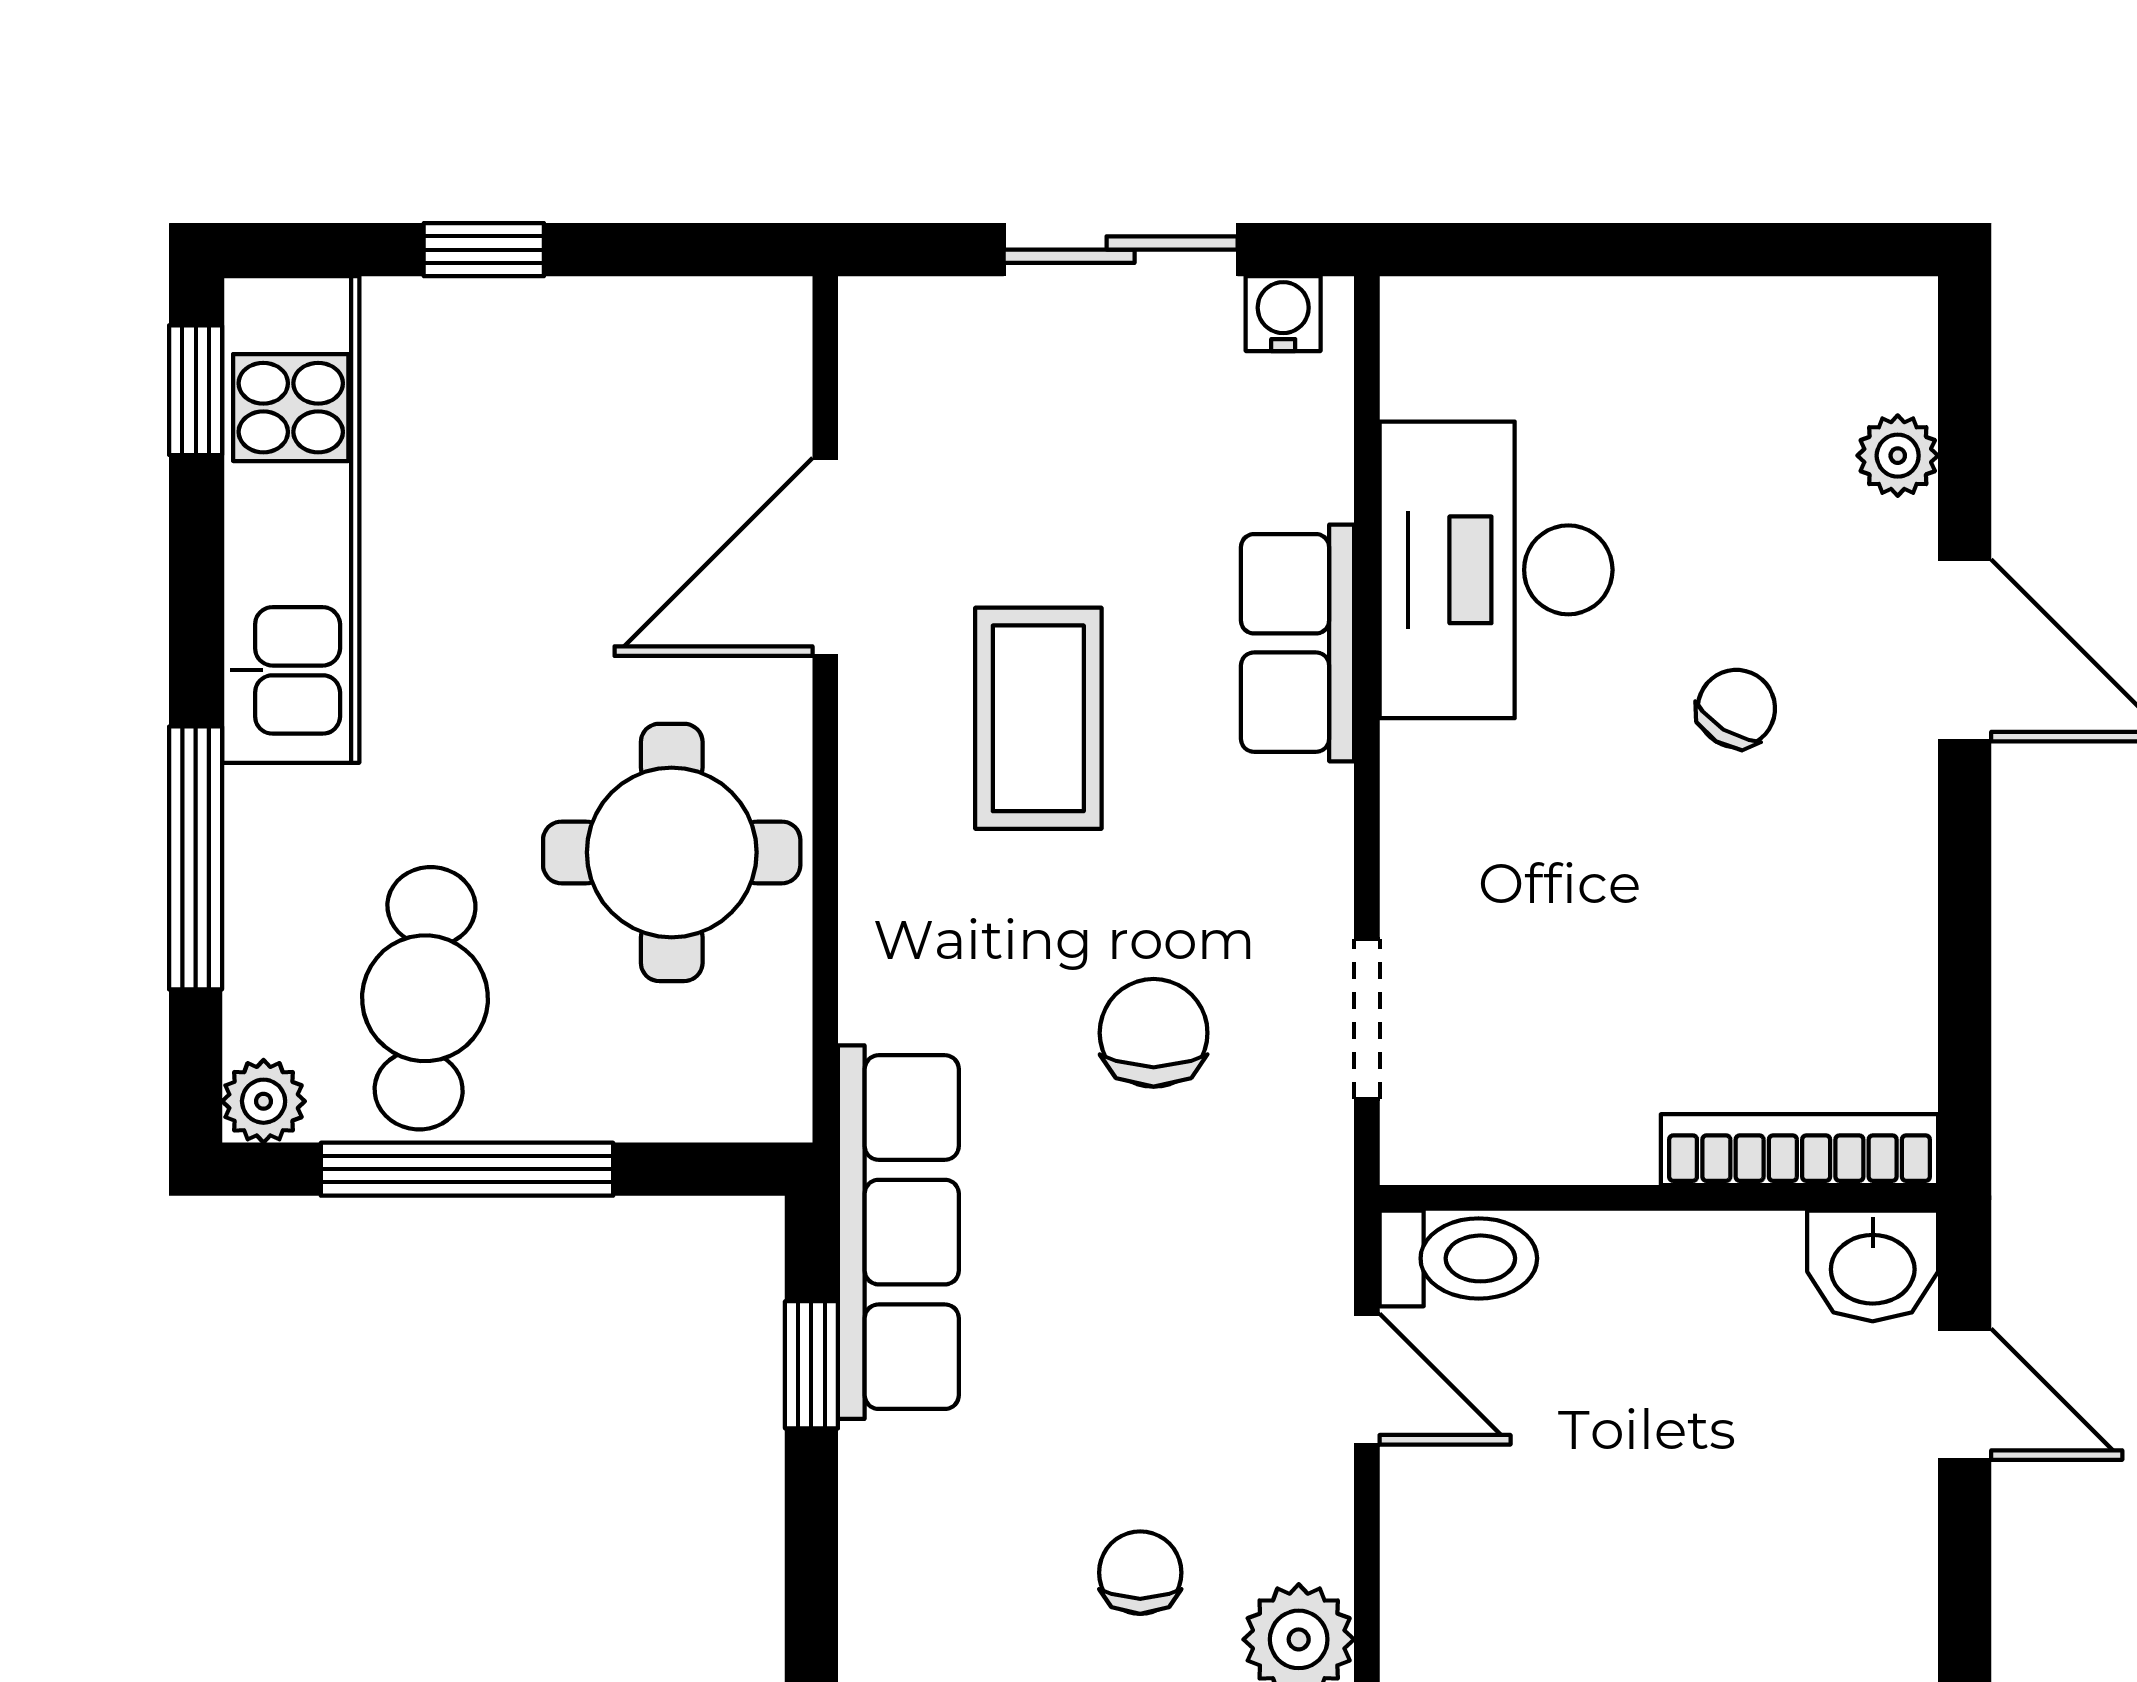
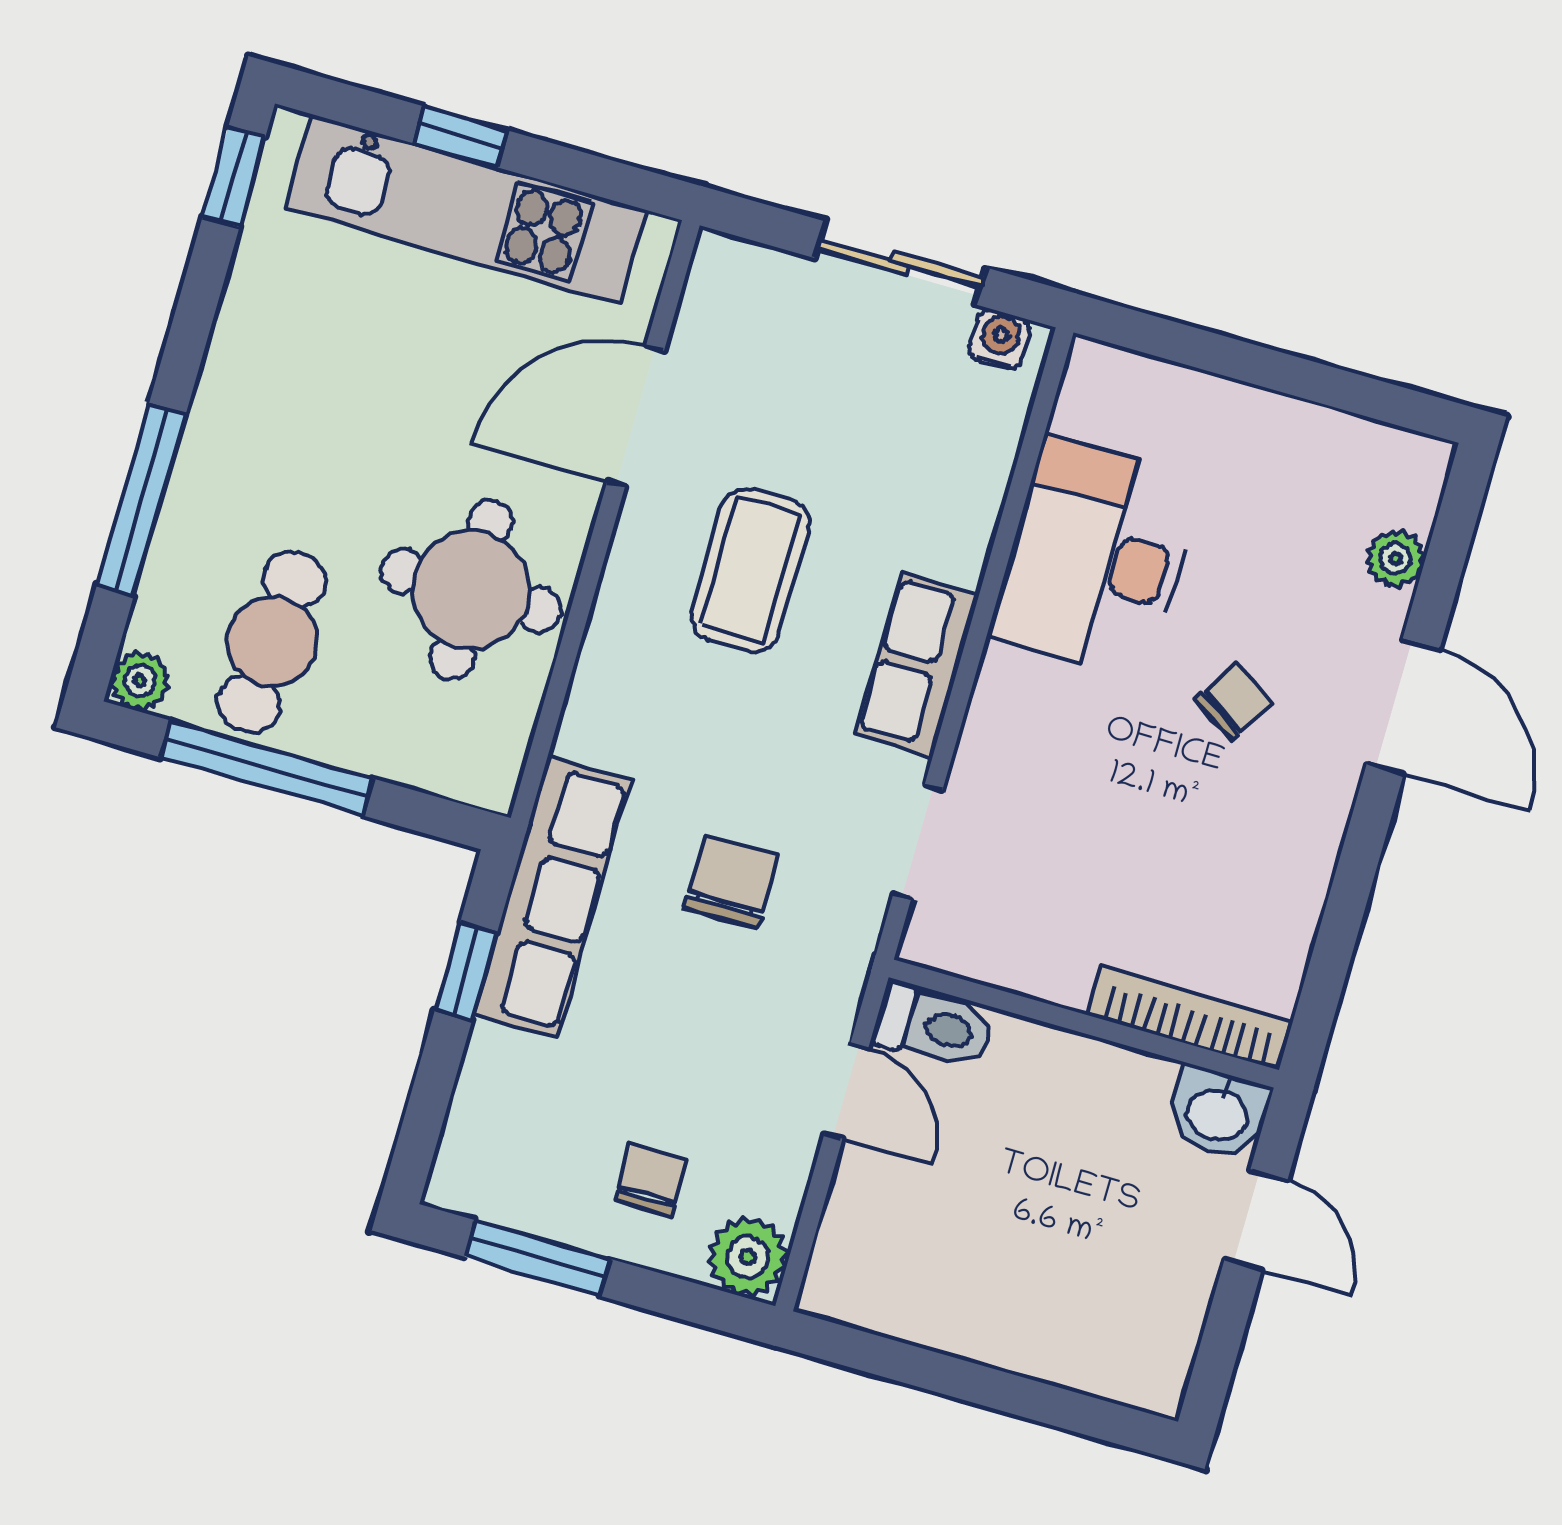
kitchen unit: (291, 520) -> (466, 209), moved, turned 90
row of seats: (1297, 643) -> (917, 664), moved
chair: (1154, 1033) -> (731, 881), moved

